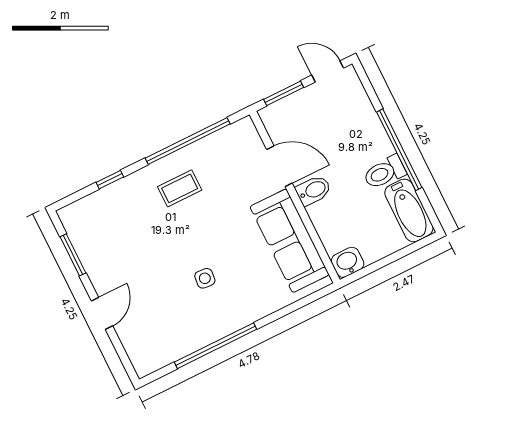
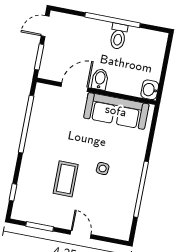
window: (110, 180) -> (13, 192), moved
coffee table: (180, 188) -> (66, 179), moved, width x1.36, depth x1.30
bathtub: (409, 210) -> (147, 39), removed

